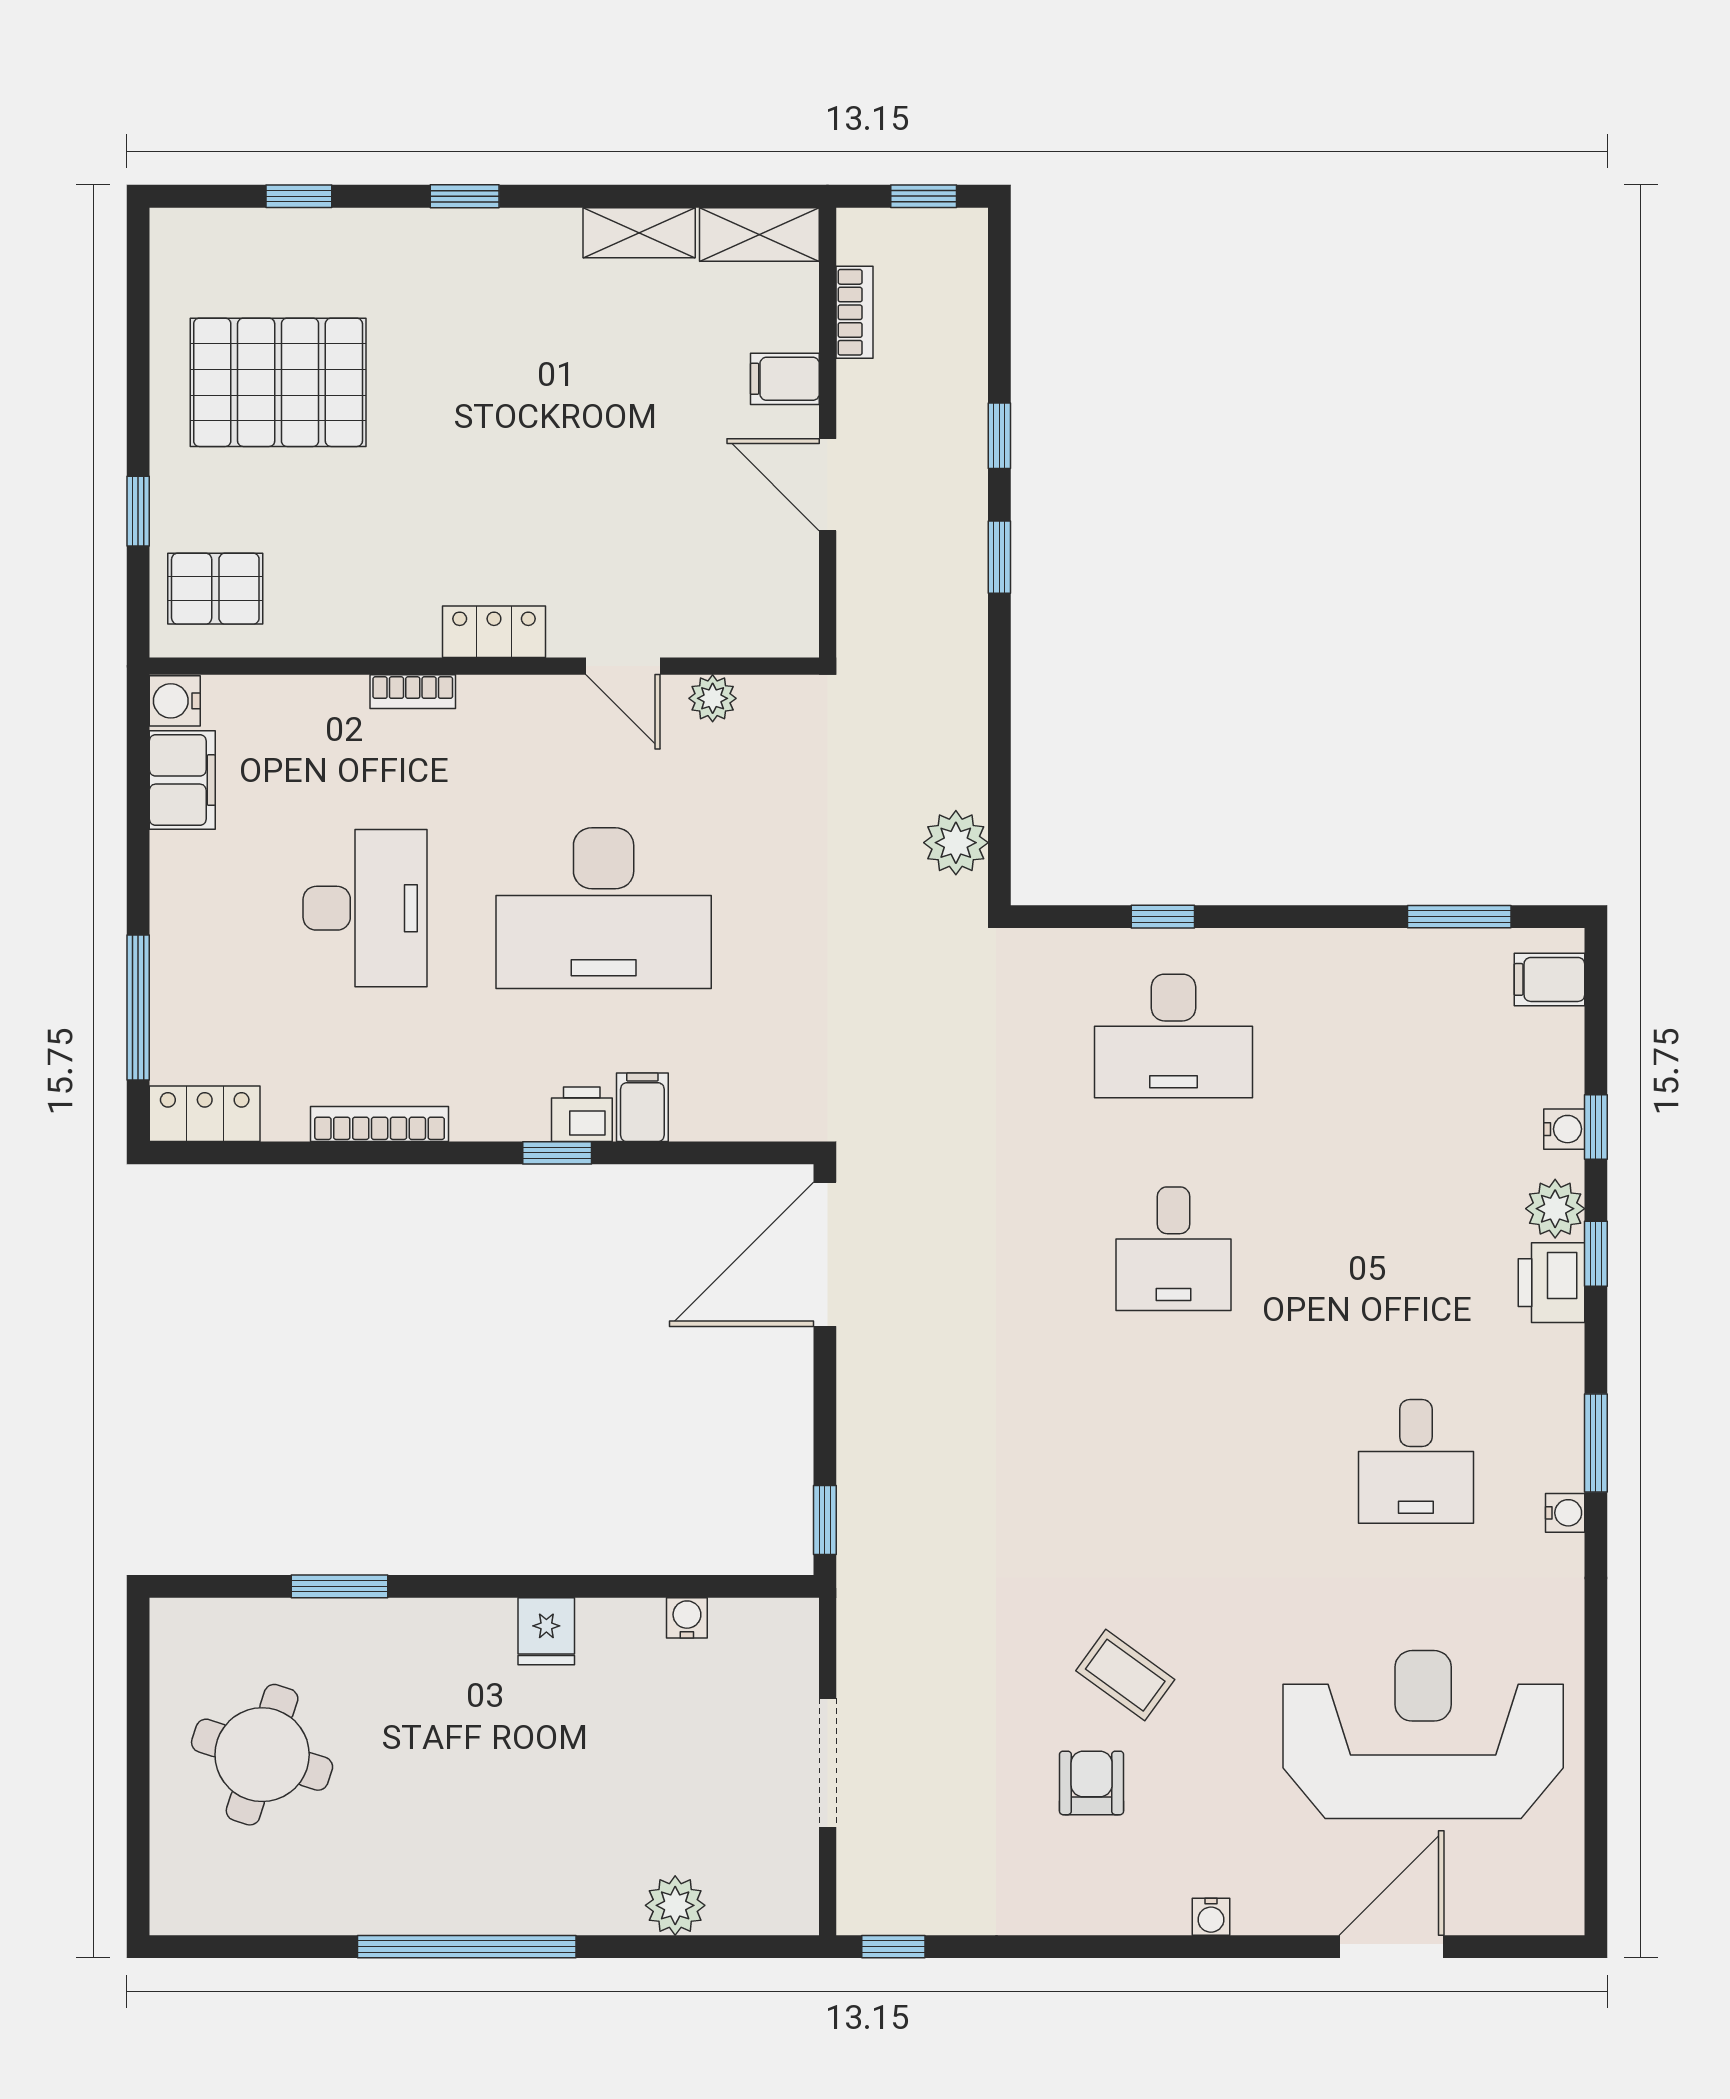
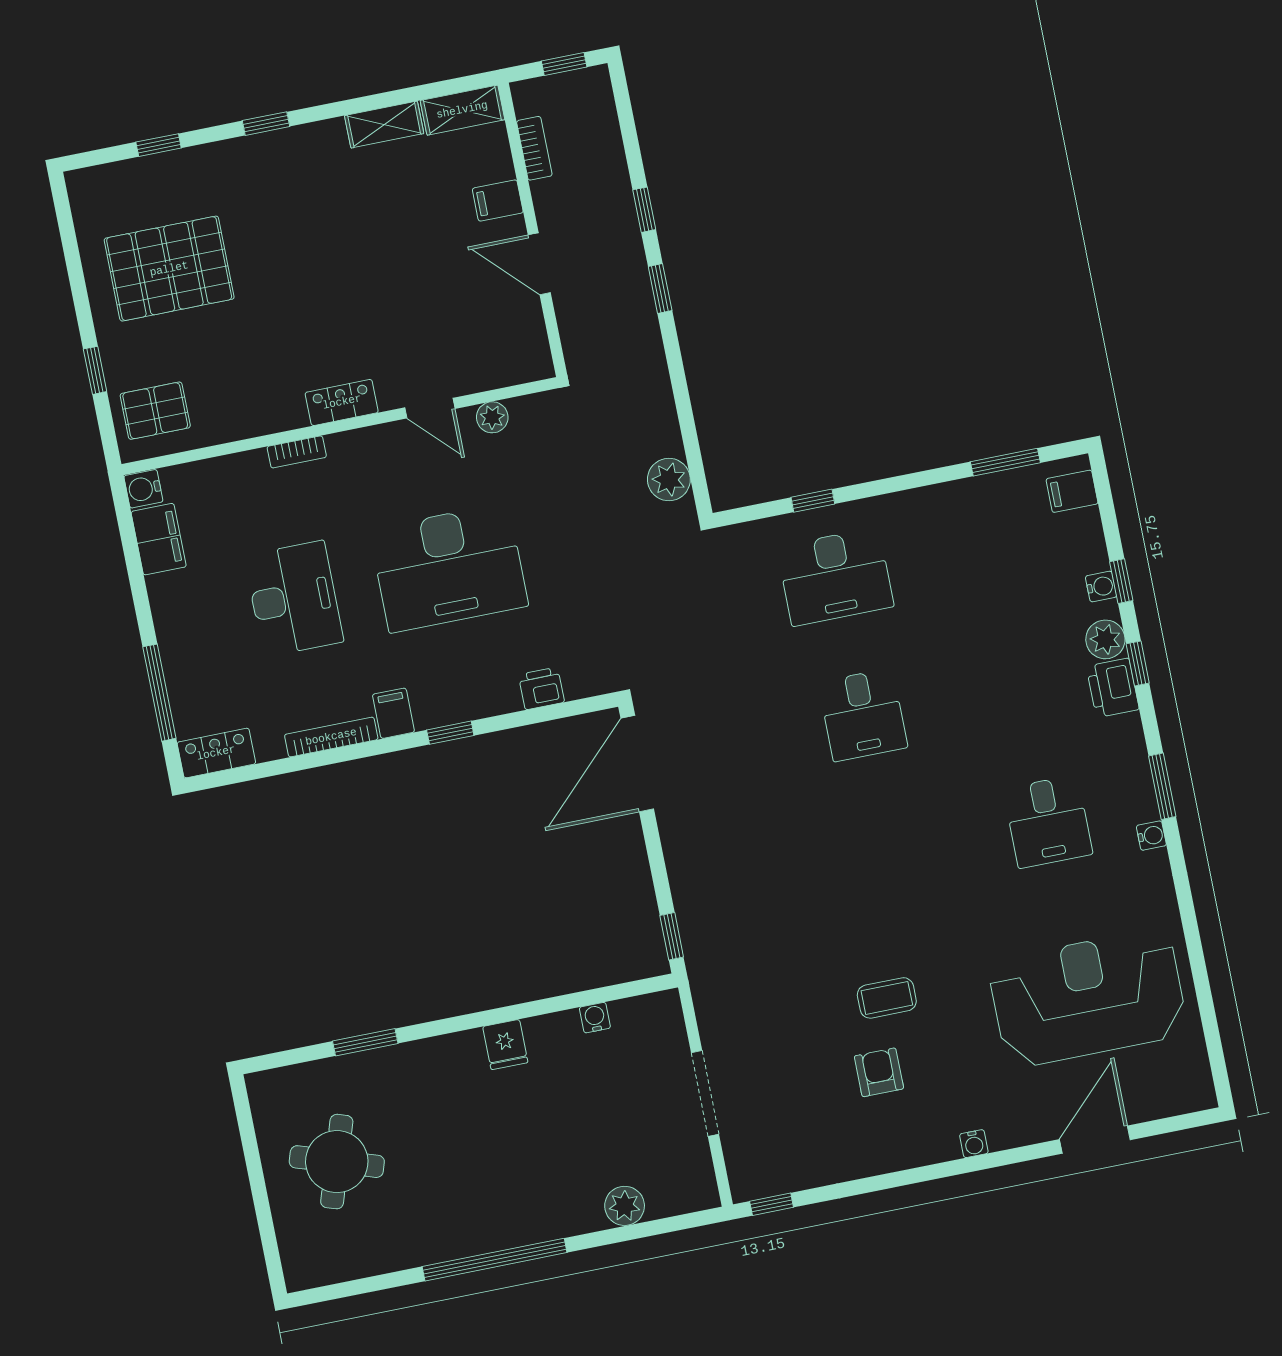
filing cabinet: (642, 1107) -> (393, 713), moved
printer: (582, 1114) -> (541, 688), moved
coffee table: (1125, 1675) -> (887, 998), turned -36

